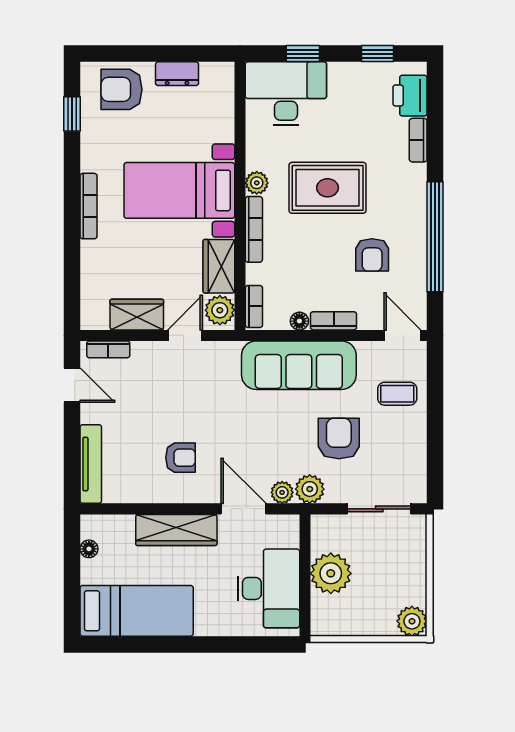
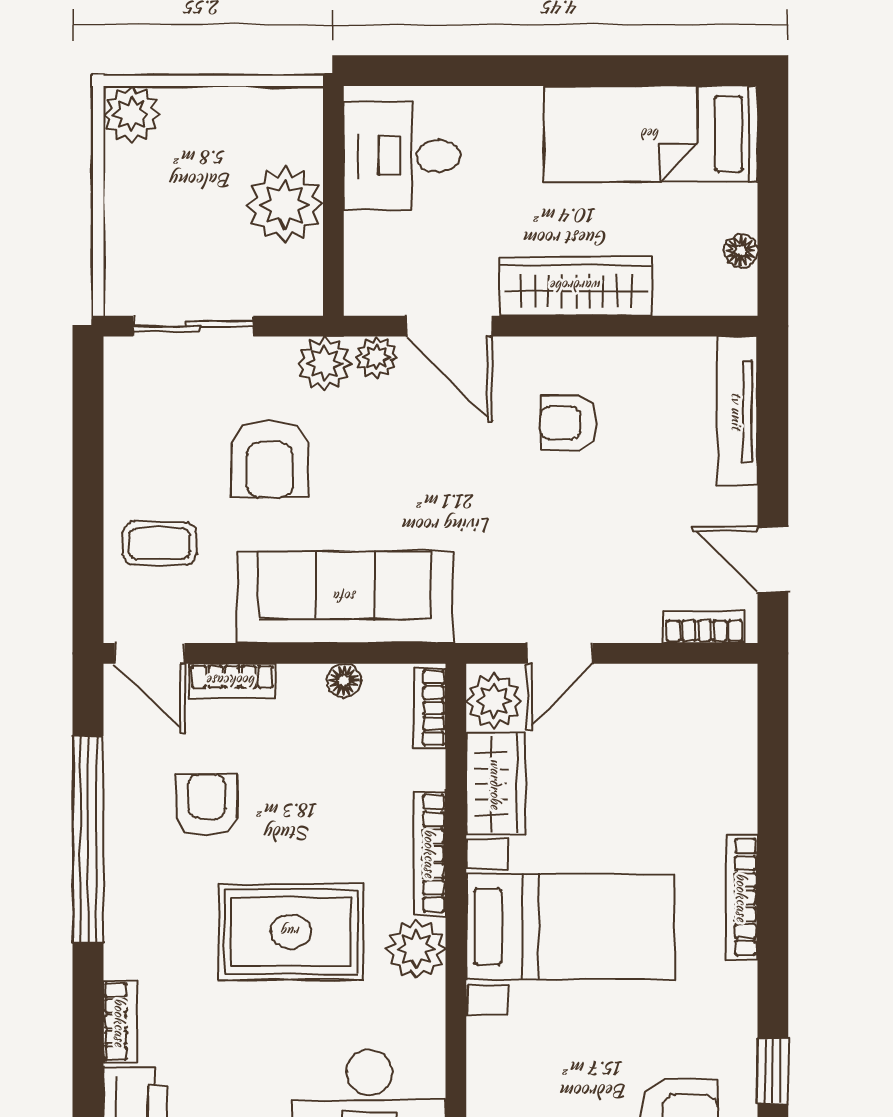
plant: (257, 183) -> (416, 949), width x1.38, depth x1.38
wardrobe: (137, 315) -> (650, 693), removed
bookcase: (334, 321) -> (232, 681), moved
desk: (269, 588) -> (402, 156), width x0.73

